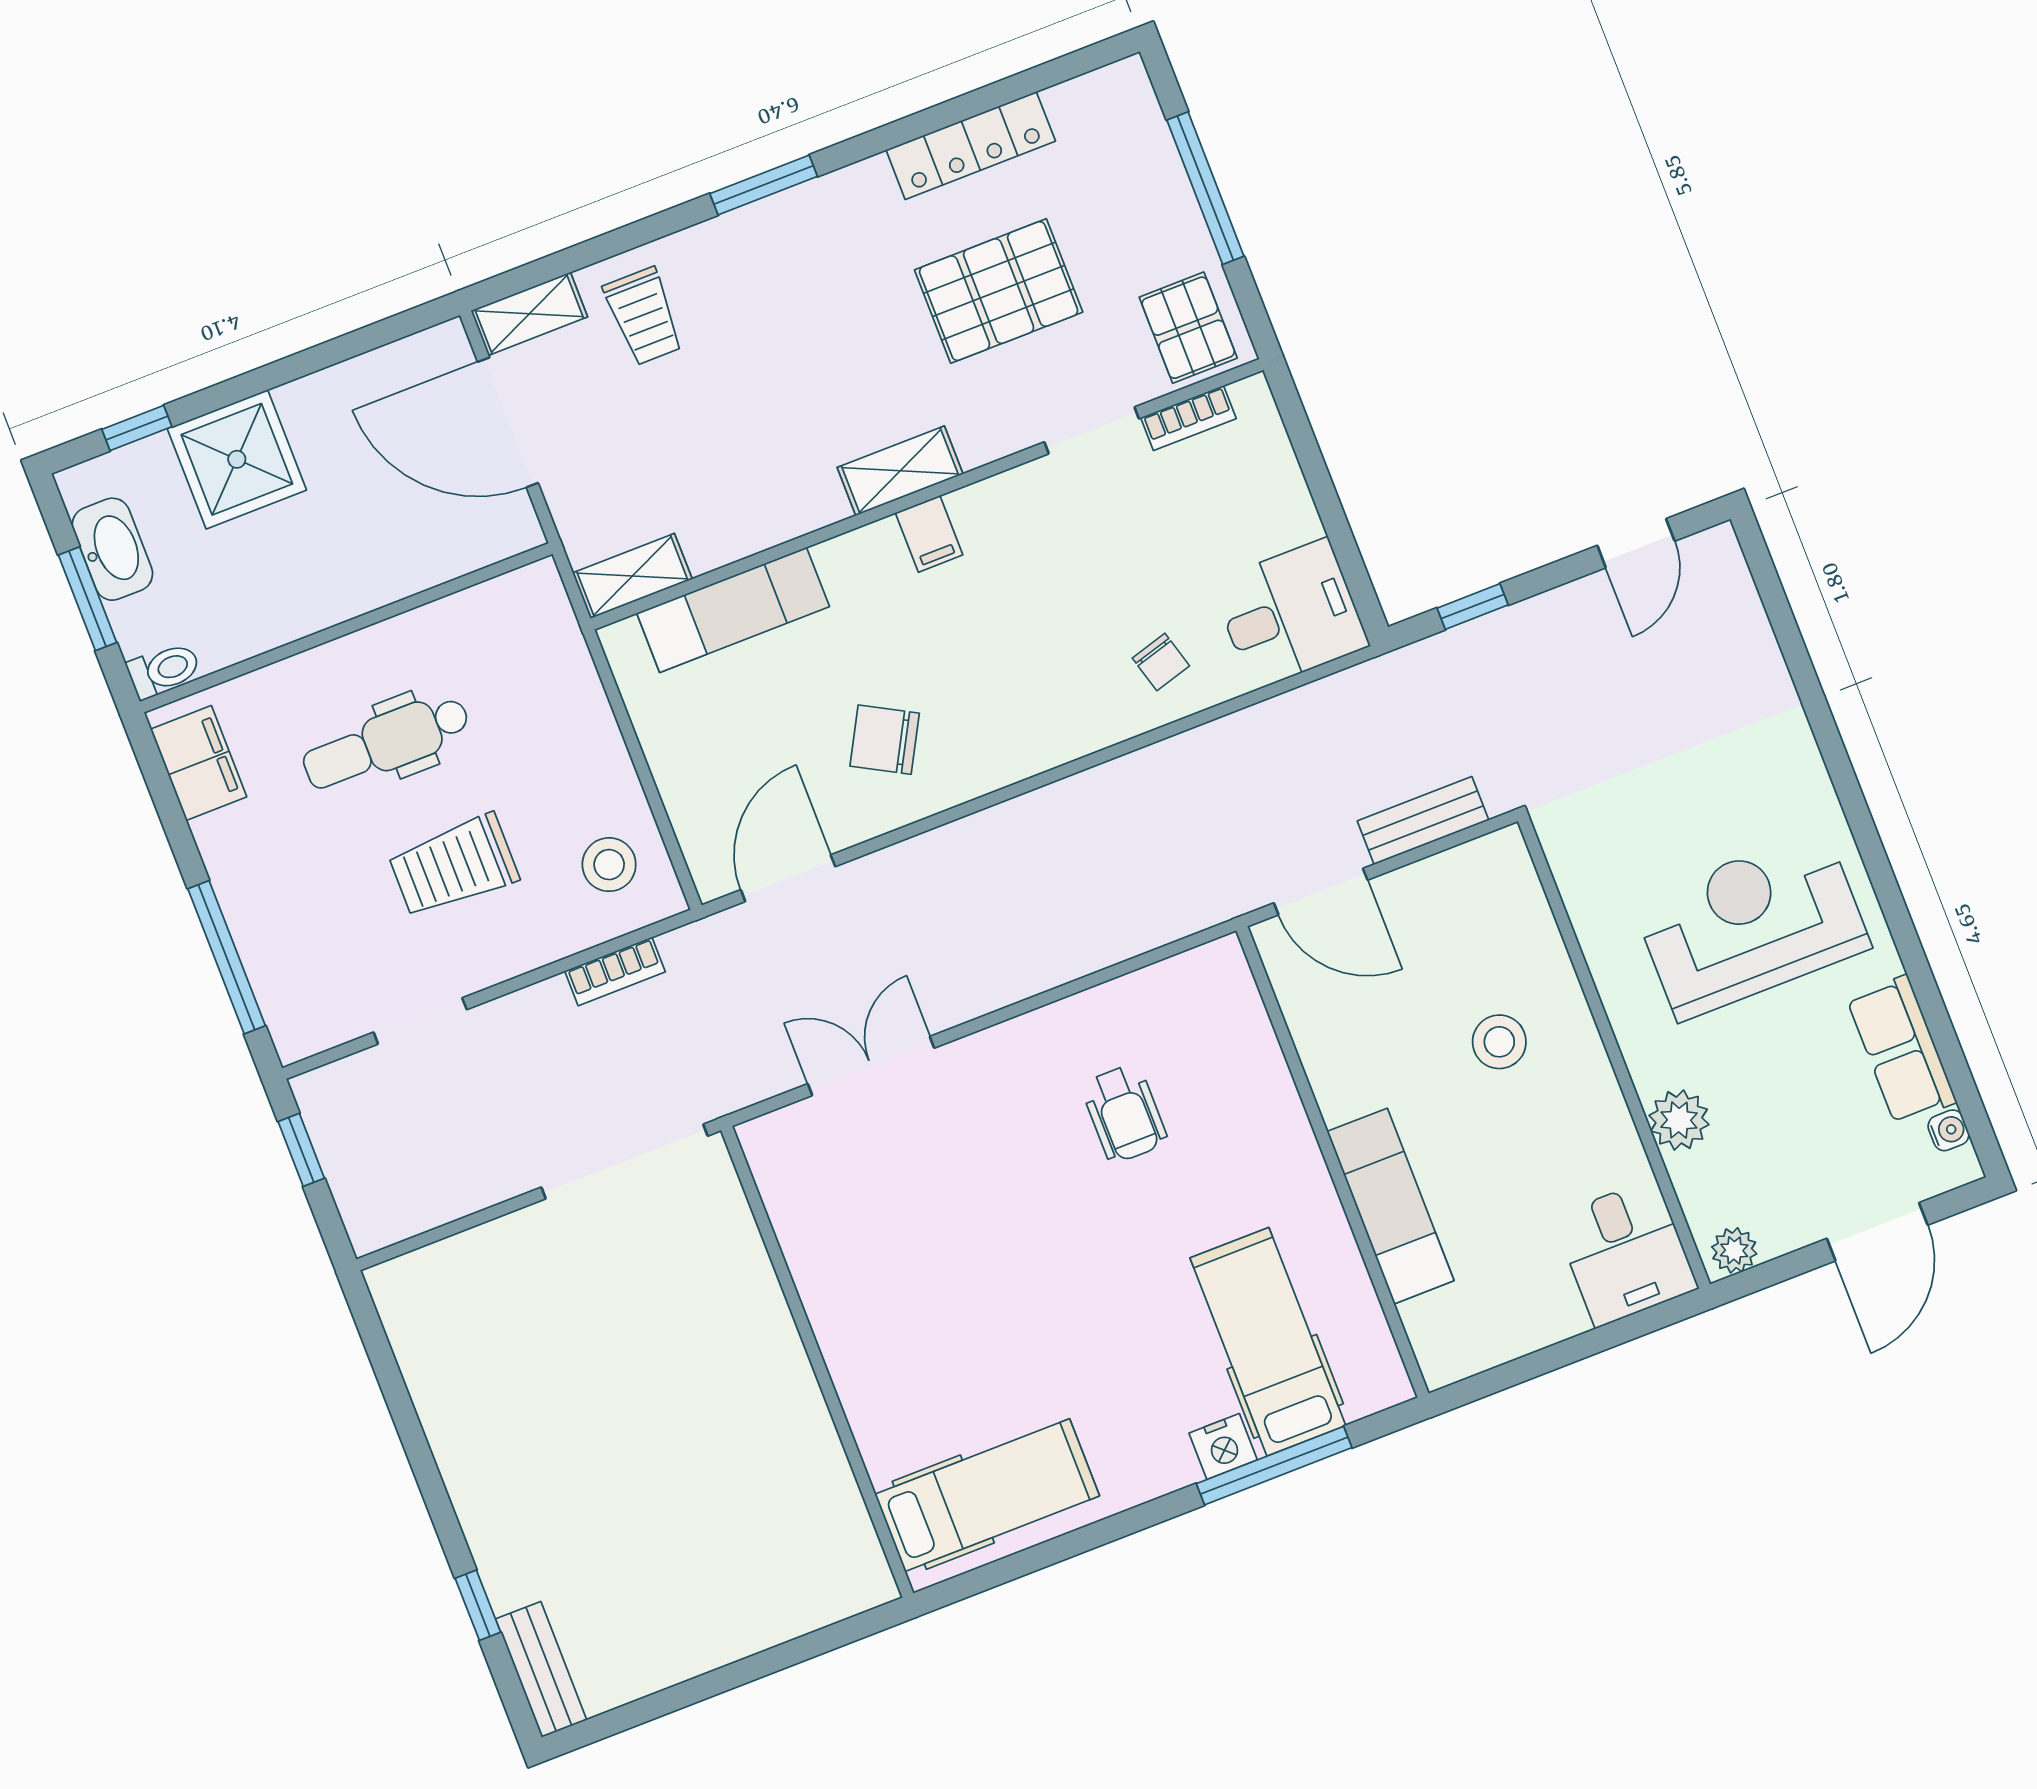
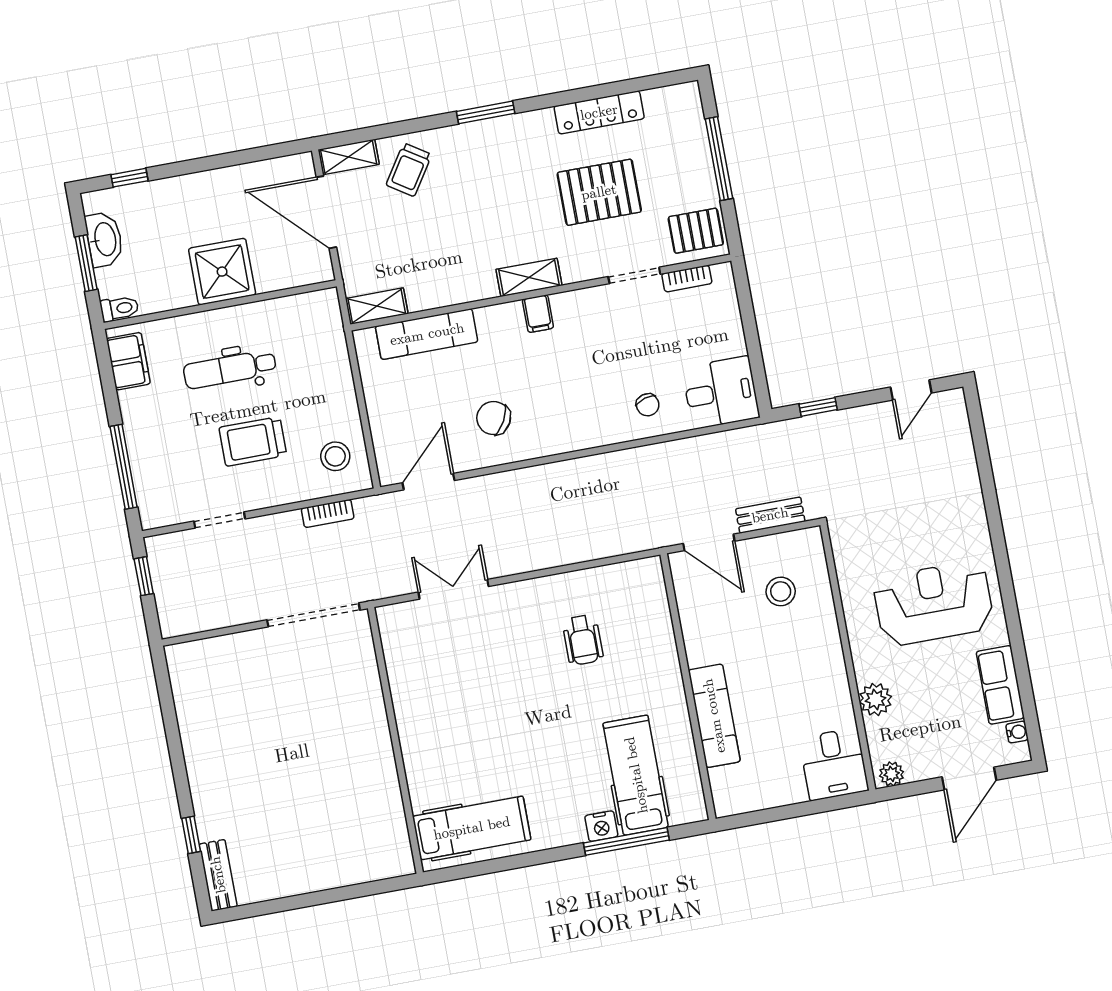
trolley: (644, 316) -> (409, 170), turned 33
pallet: (1188, 328) -> (696, 231), turned 90
shower: (237, 459) -> (222, 272), moved
stool: (1499, 1042) -> (781, 591), moved

